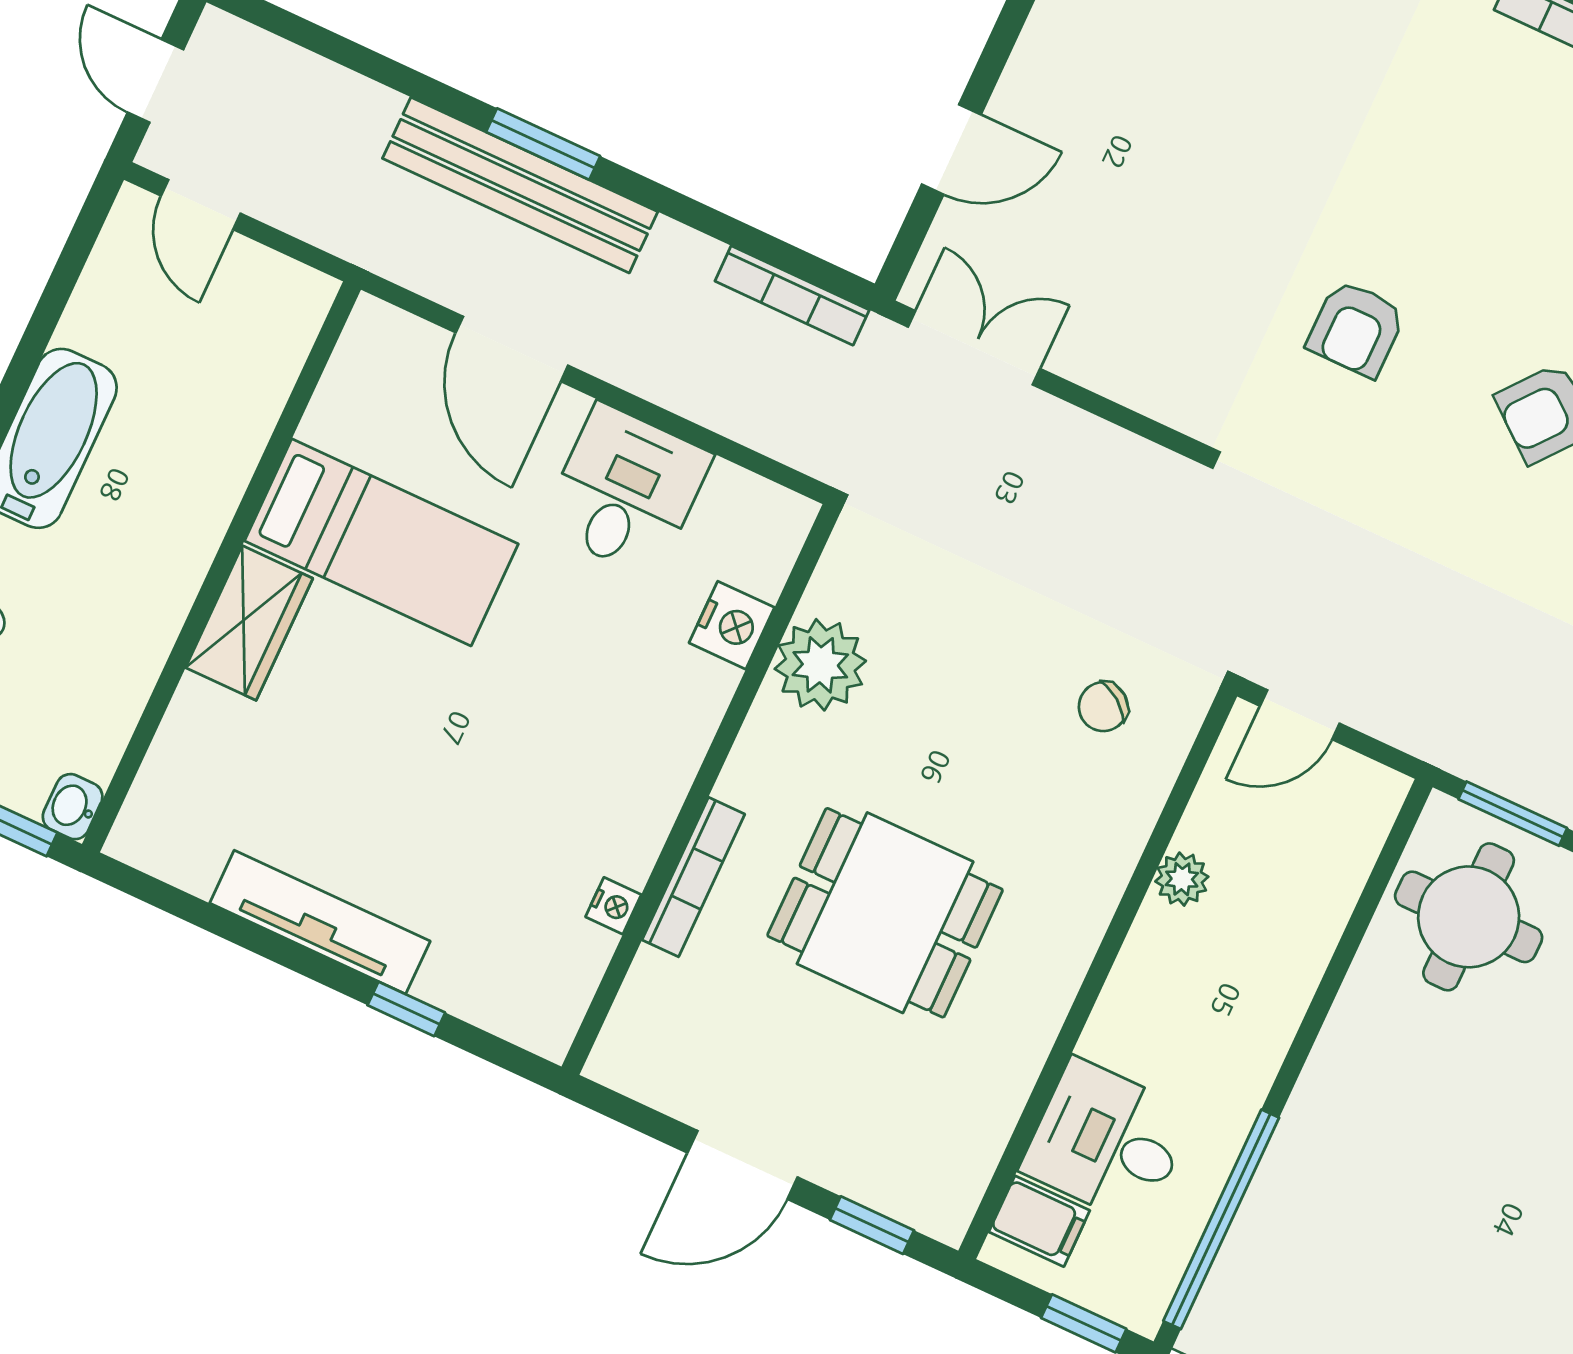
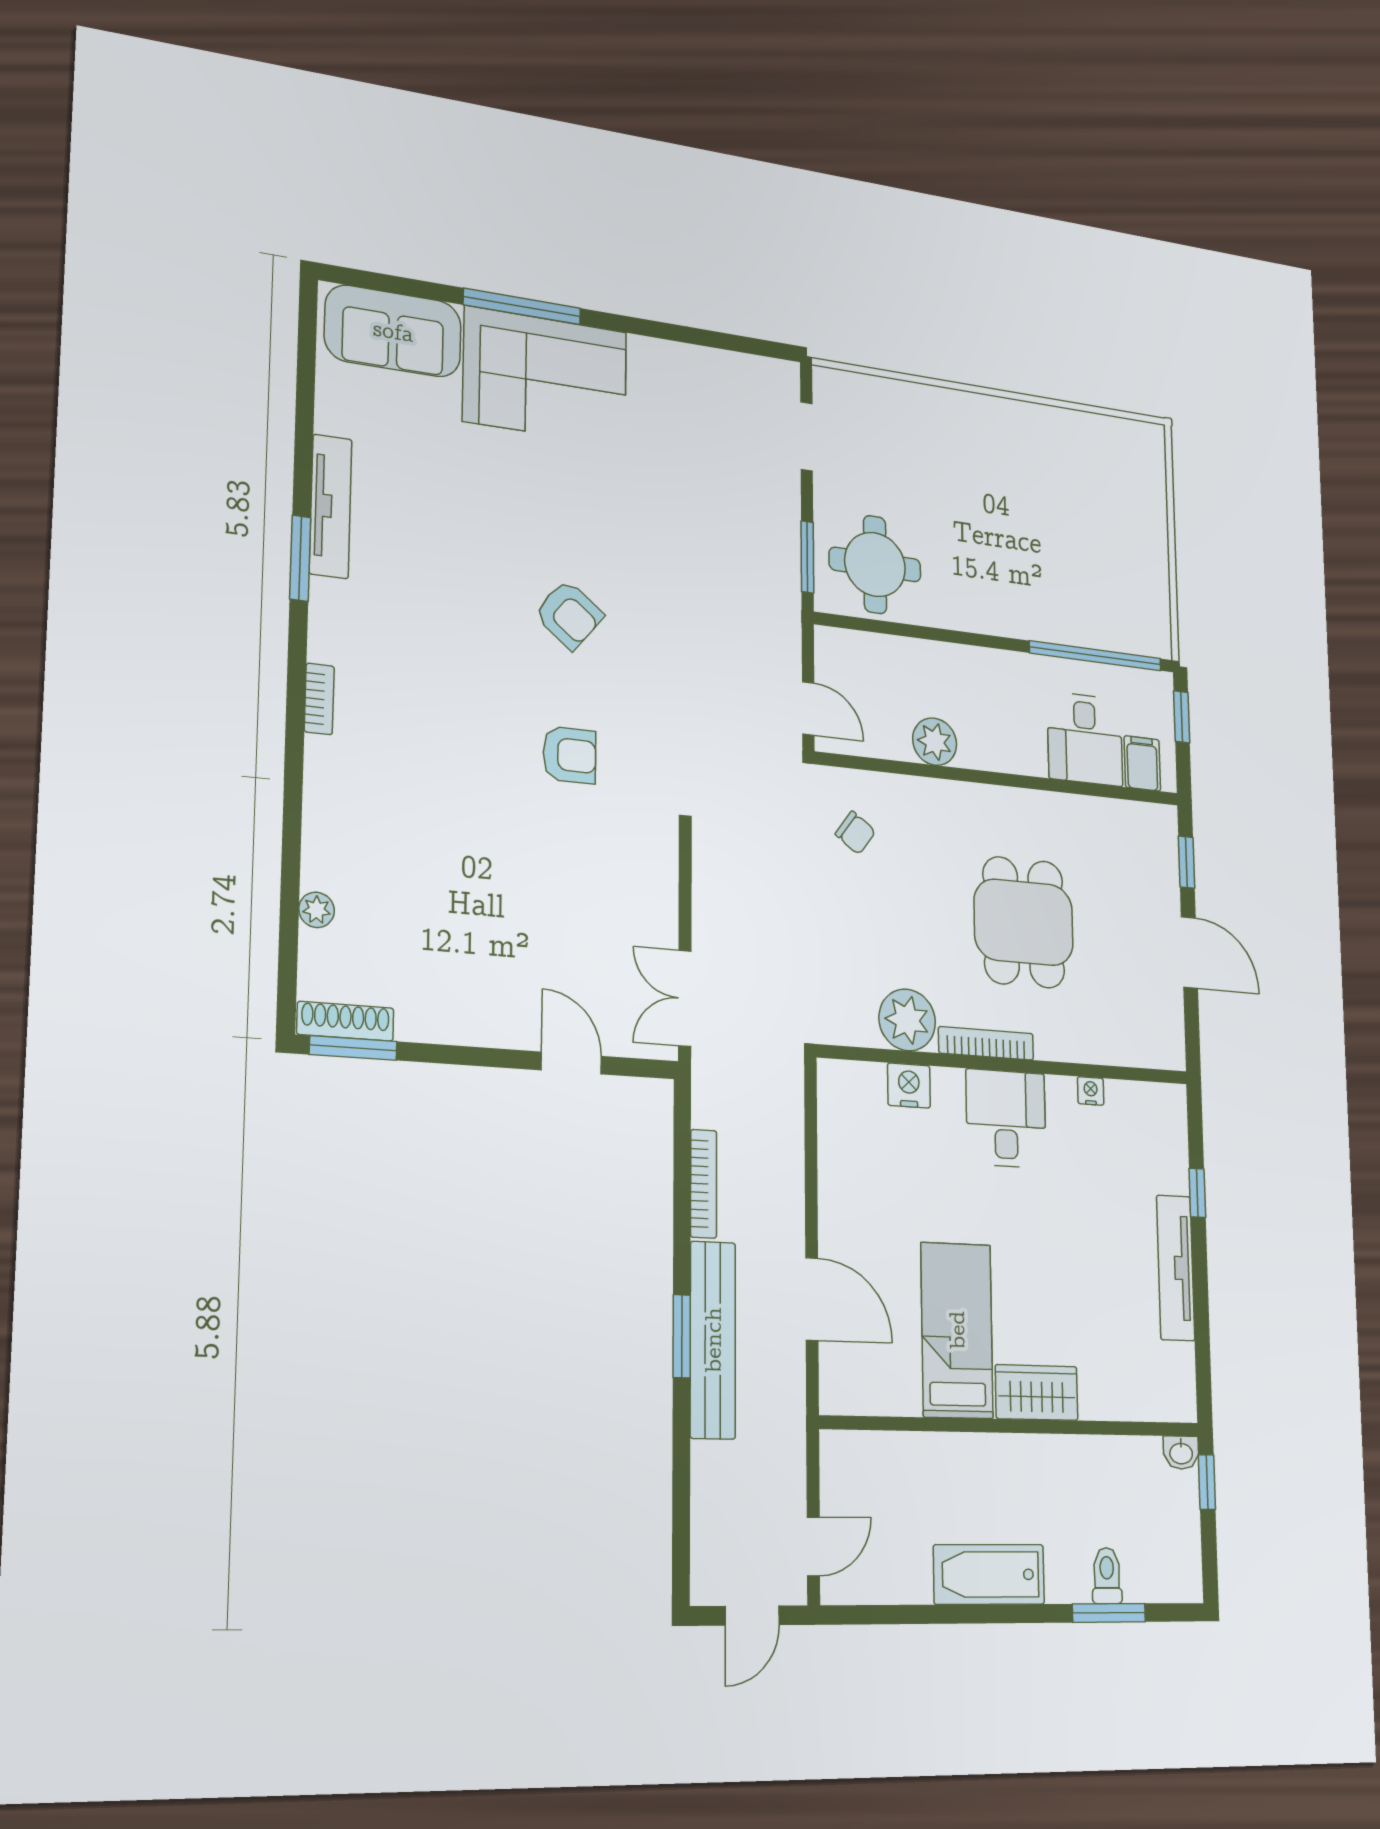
bookcase: (792, 296) -> (704, 1184), moved
door: (512, 349) -> (812, 1299), hinge flipped
desk: (626, 491) -> (1006, 1118), moved, turned 90
bookcase: (693, 877) -> (986, 1043), moved
plant: (1182, 879) -> (935, 742), width x1.38, depth x1.38

